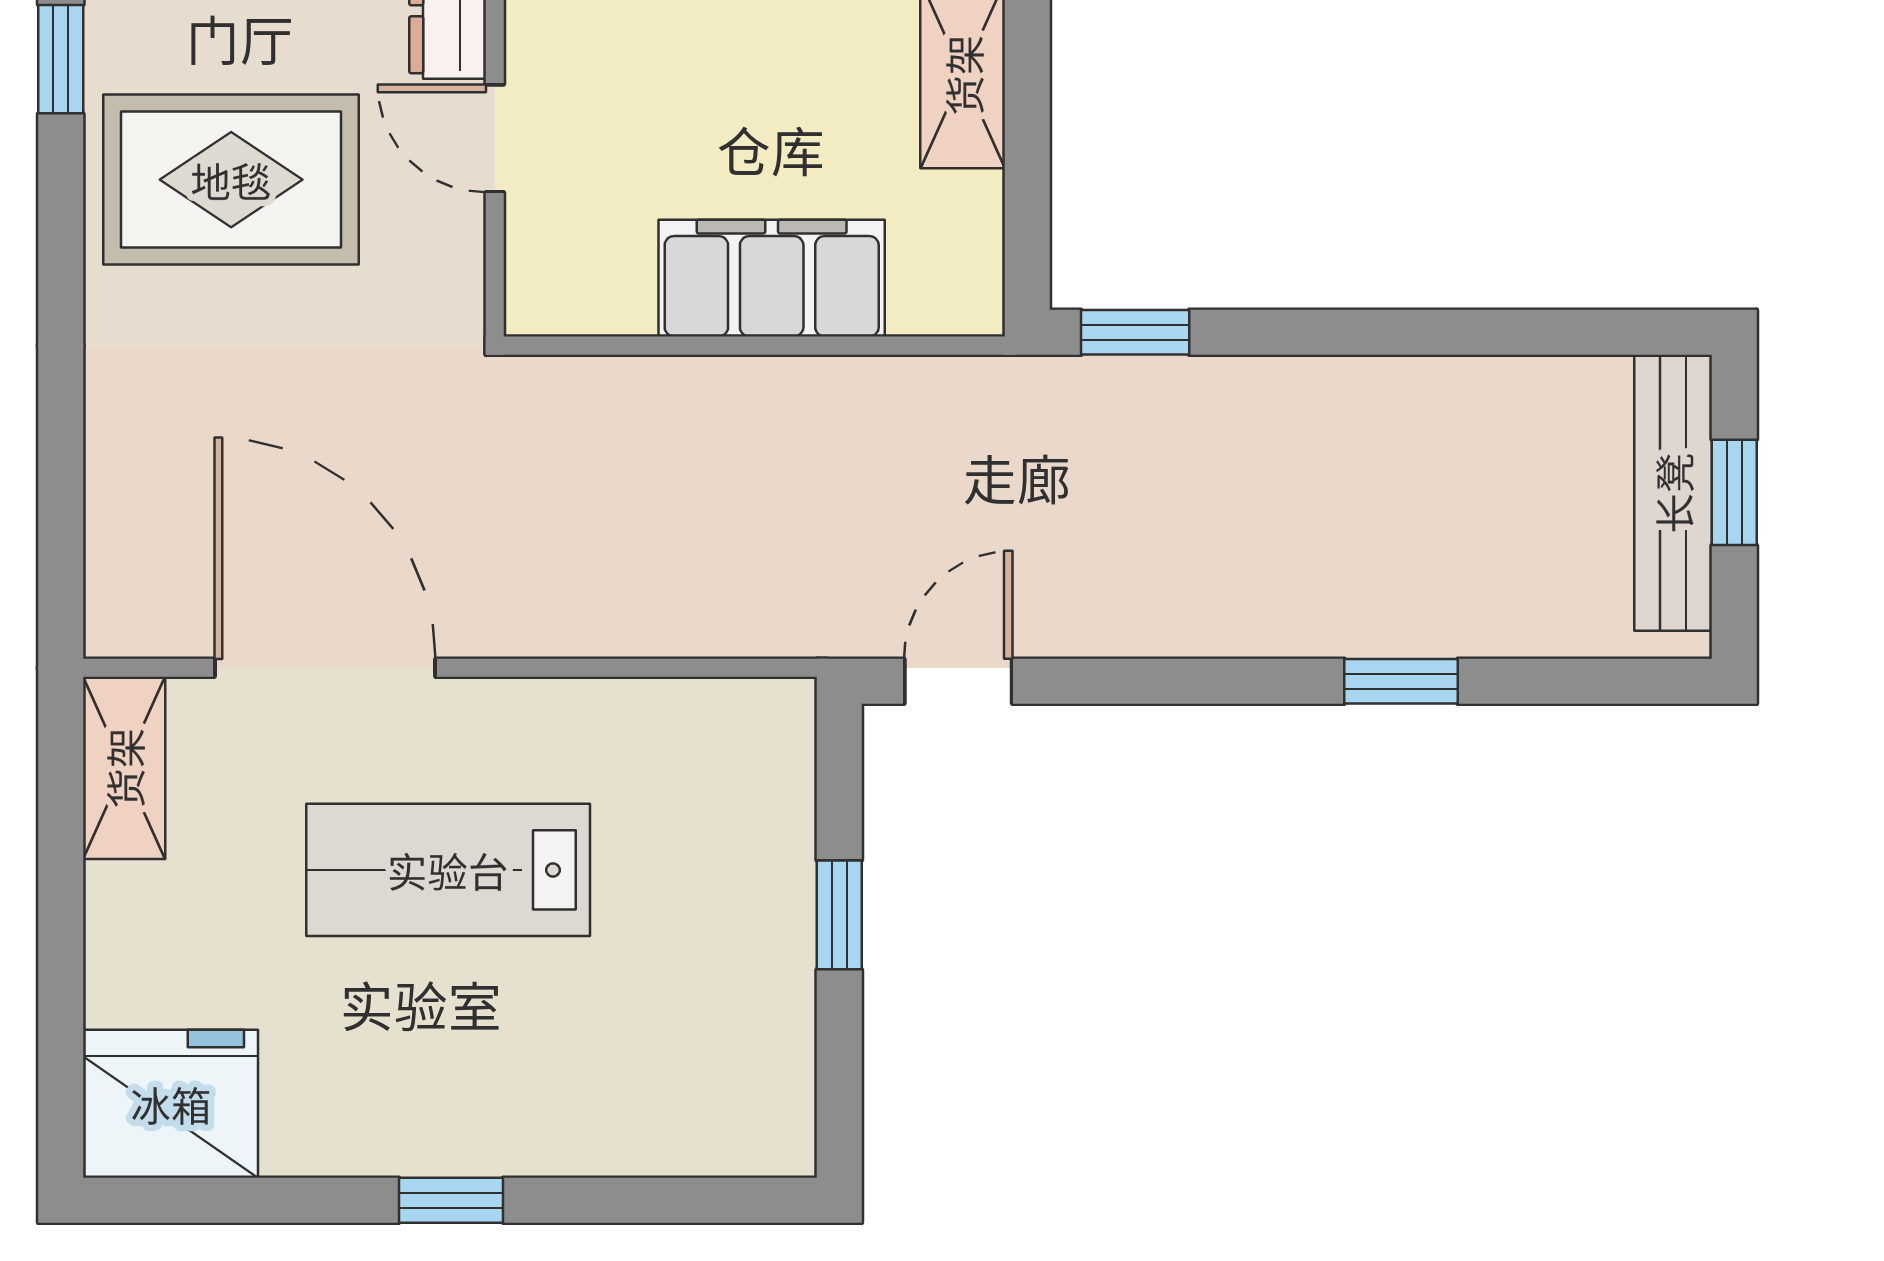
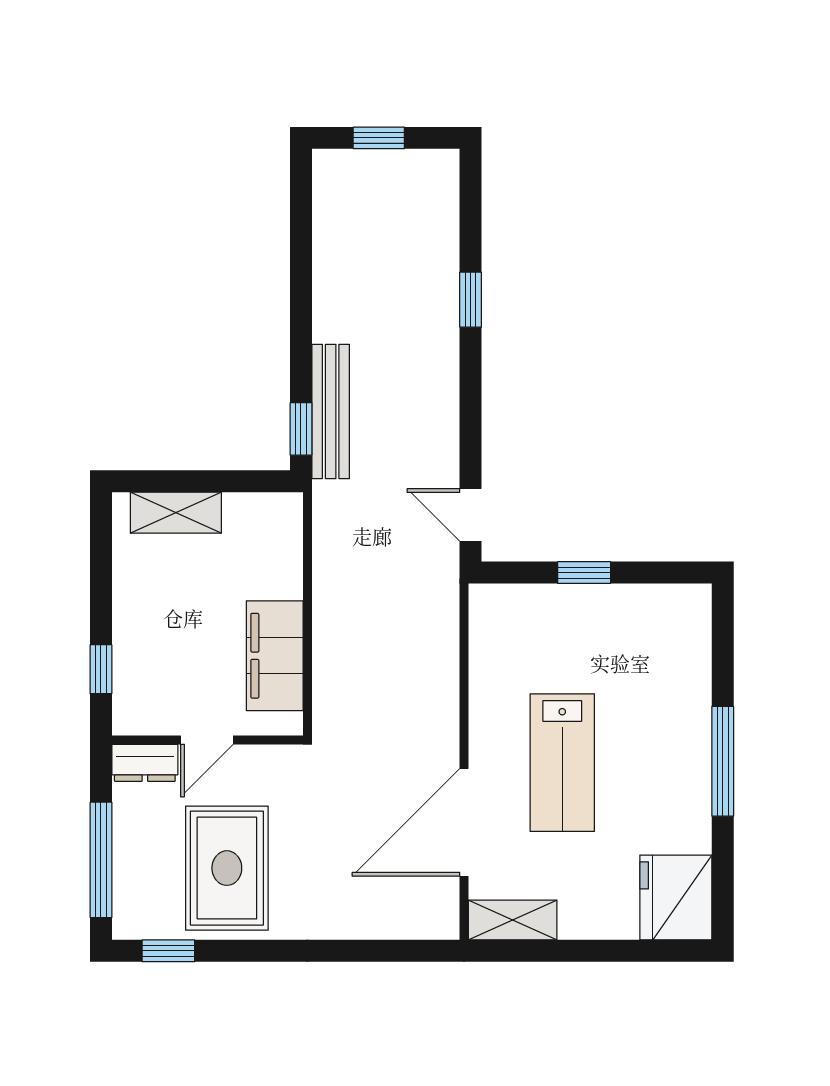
filing cabinet: (772, 278) -> (275, 656), moved
bench: (1673, 493) -> (331, 411), moved, turned 90
window: (451, 1200) -> (723, 761), width x2.17

